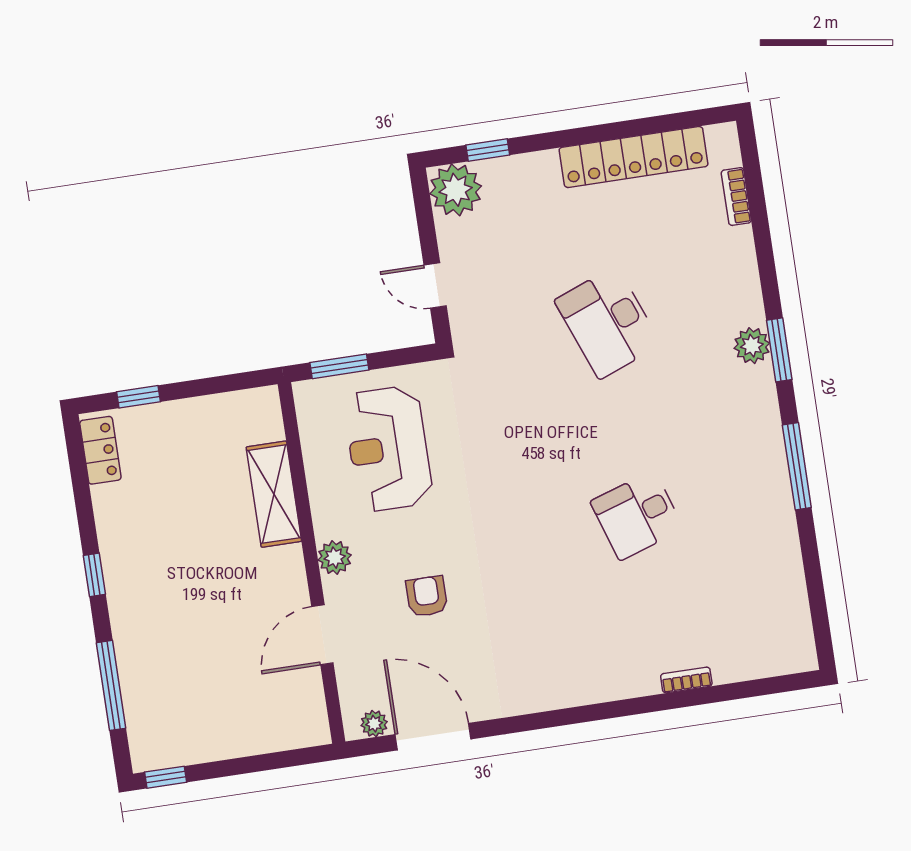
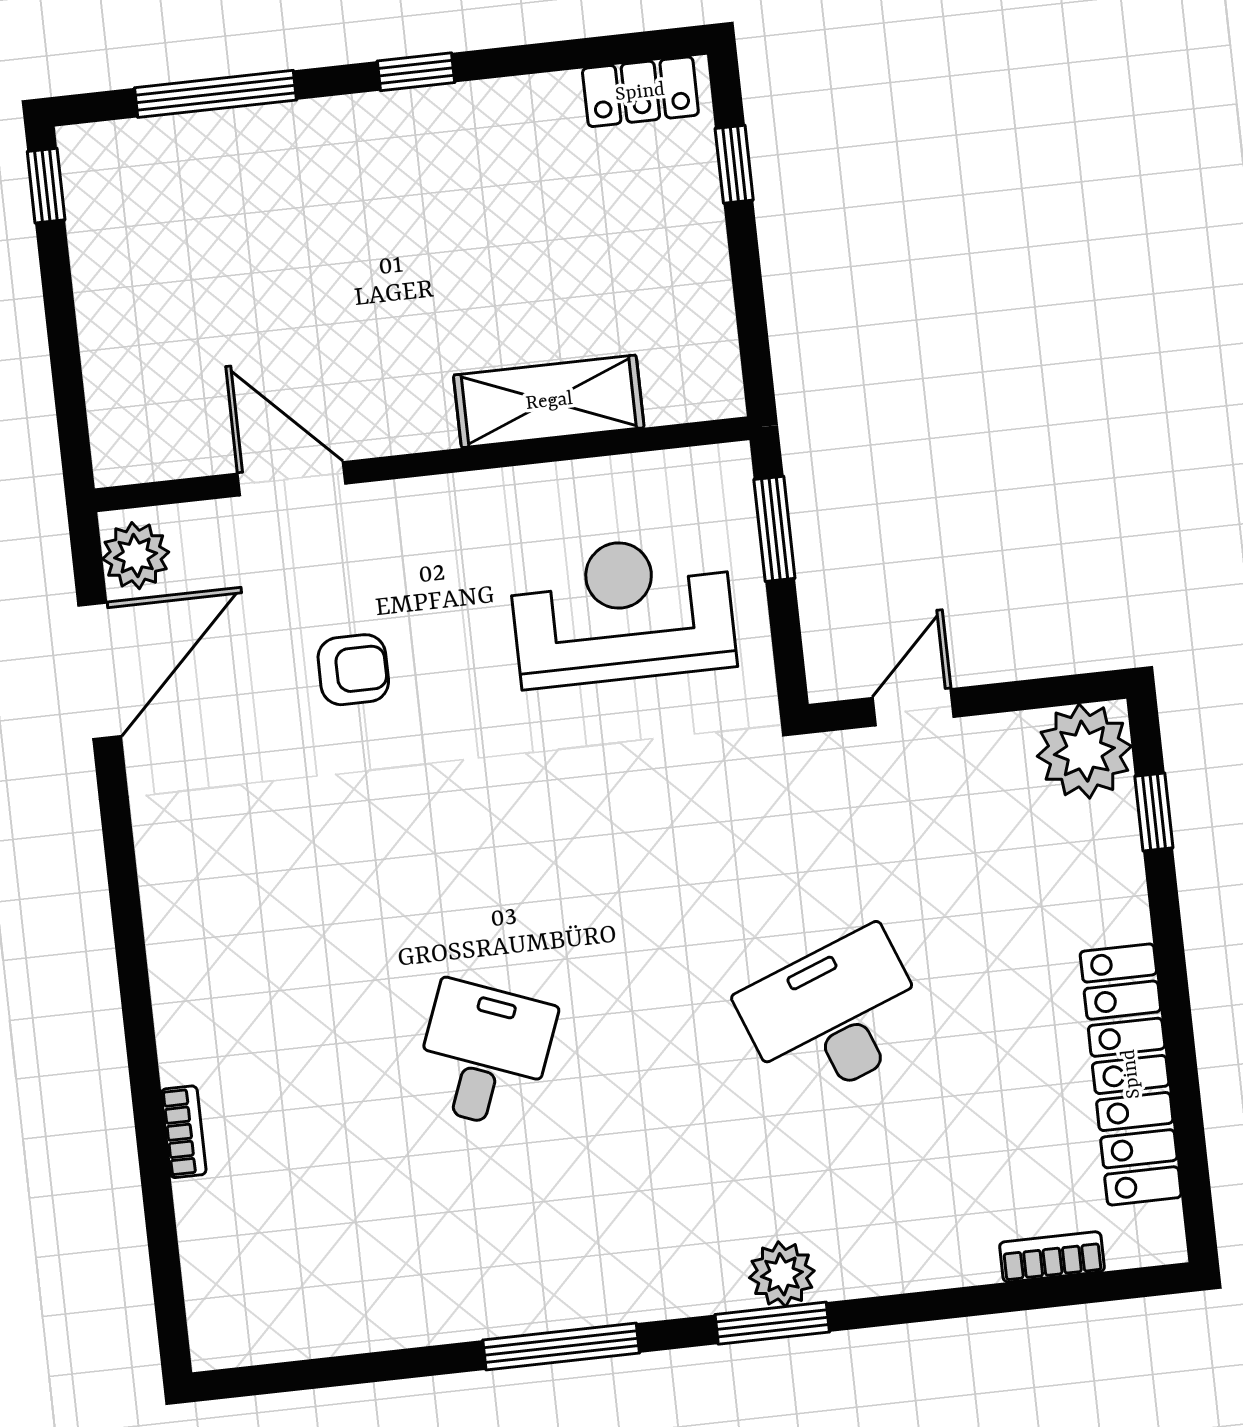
desk: (637, 515) -> (484, 1055), turned 39
plant: (335, 558) -> (430, 506), removed
plant: (374, 724) -> (136, 556), width x1.38, depth x1.38

